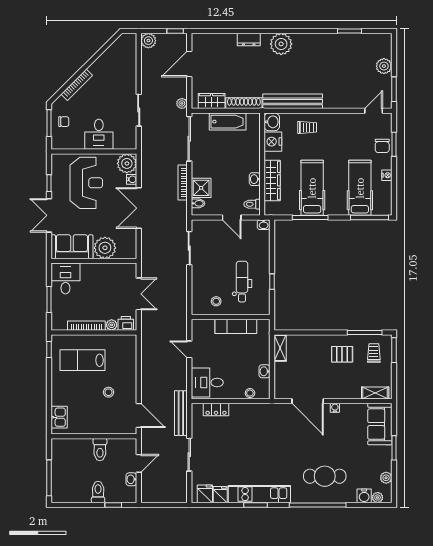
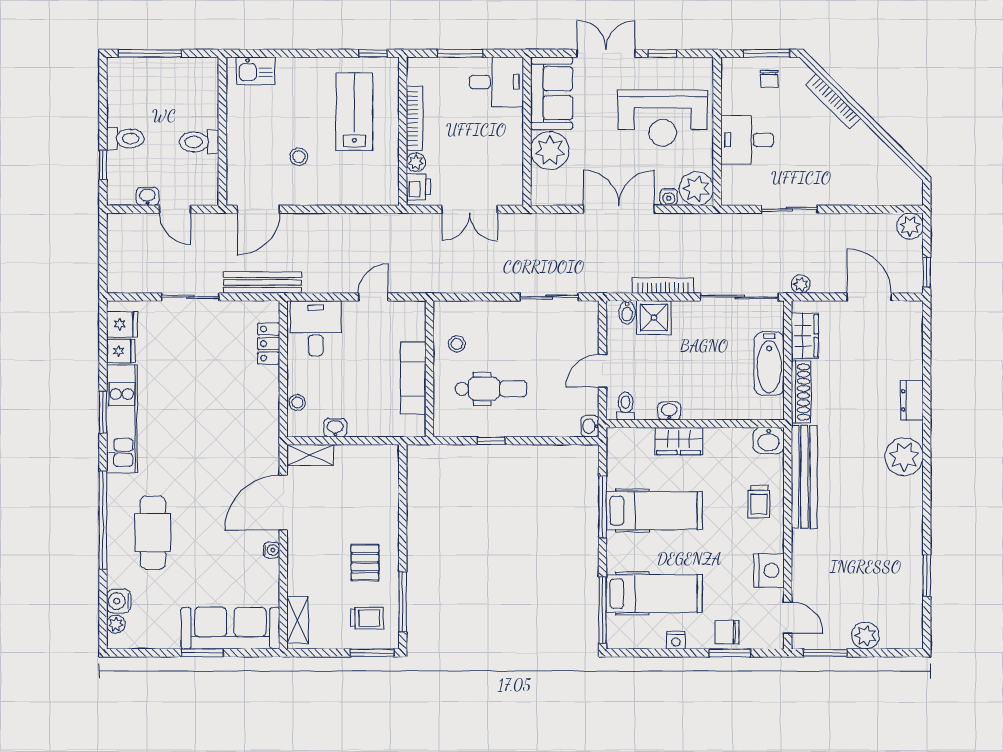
nightstand: (273, 142) -> (769, 570), moved, turned 90
wardrobe: (272, 180) -> (679, 441), width x0.67
shelving: (280, 348) -> (310, 455), moved
sofa: (380, 424) -> (230, 628), width x1.36
plant: (386, 478) -> (150, 639), removed

